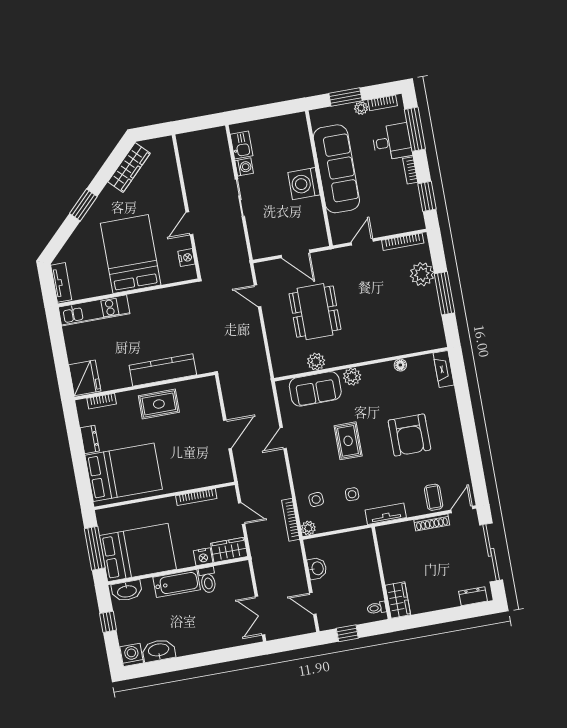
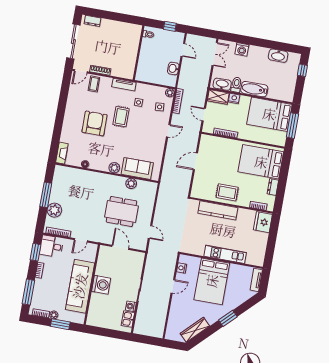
desk: (392, 142) -> (52, 246), moved
kitchen unit: (94, 310) -> (225, 254), moved
dining table: (315, 312) -> (121, 211), turned 90
door: (283, 438) -> (168, 131), moved
rug: (348, 441) -> (121, 117), moved
washbasin: (127, 591) -> (222, 84), moved
wardrobe: (398, 600) -> (135, 34), removed
window: (108, 622) -> (302, 70), moved
washing machine: (132, 655) -> (242, 49), moved

